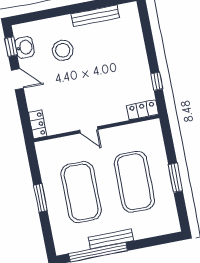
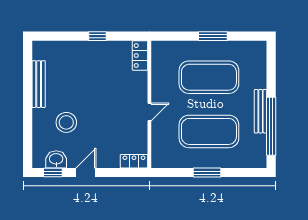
window: (157, 81) -> (97, 36), moved

